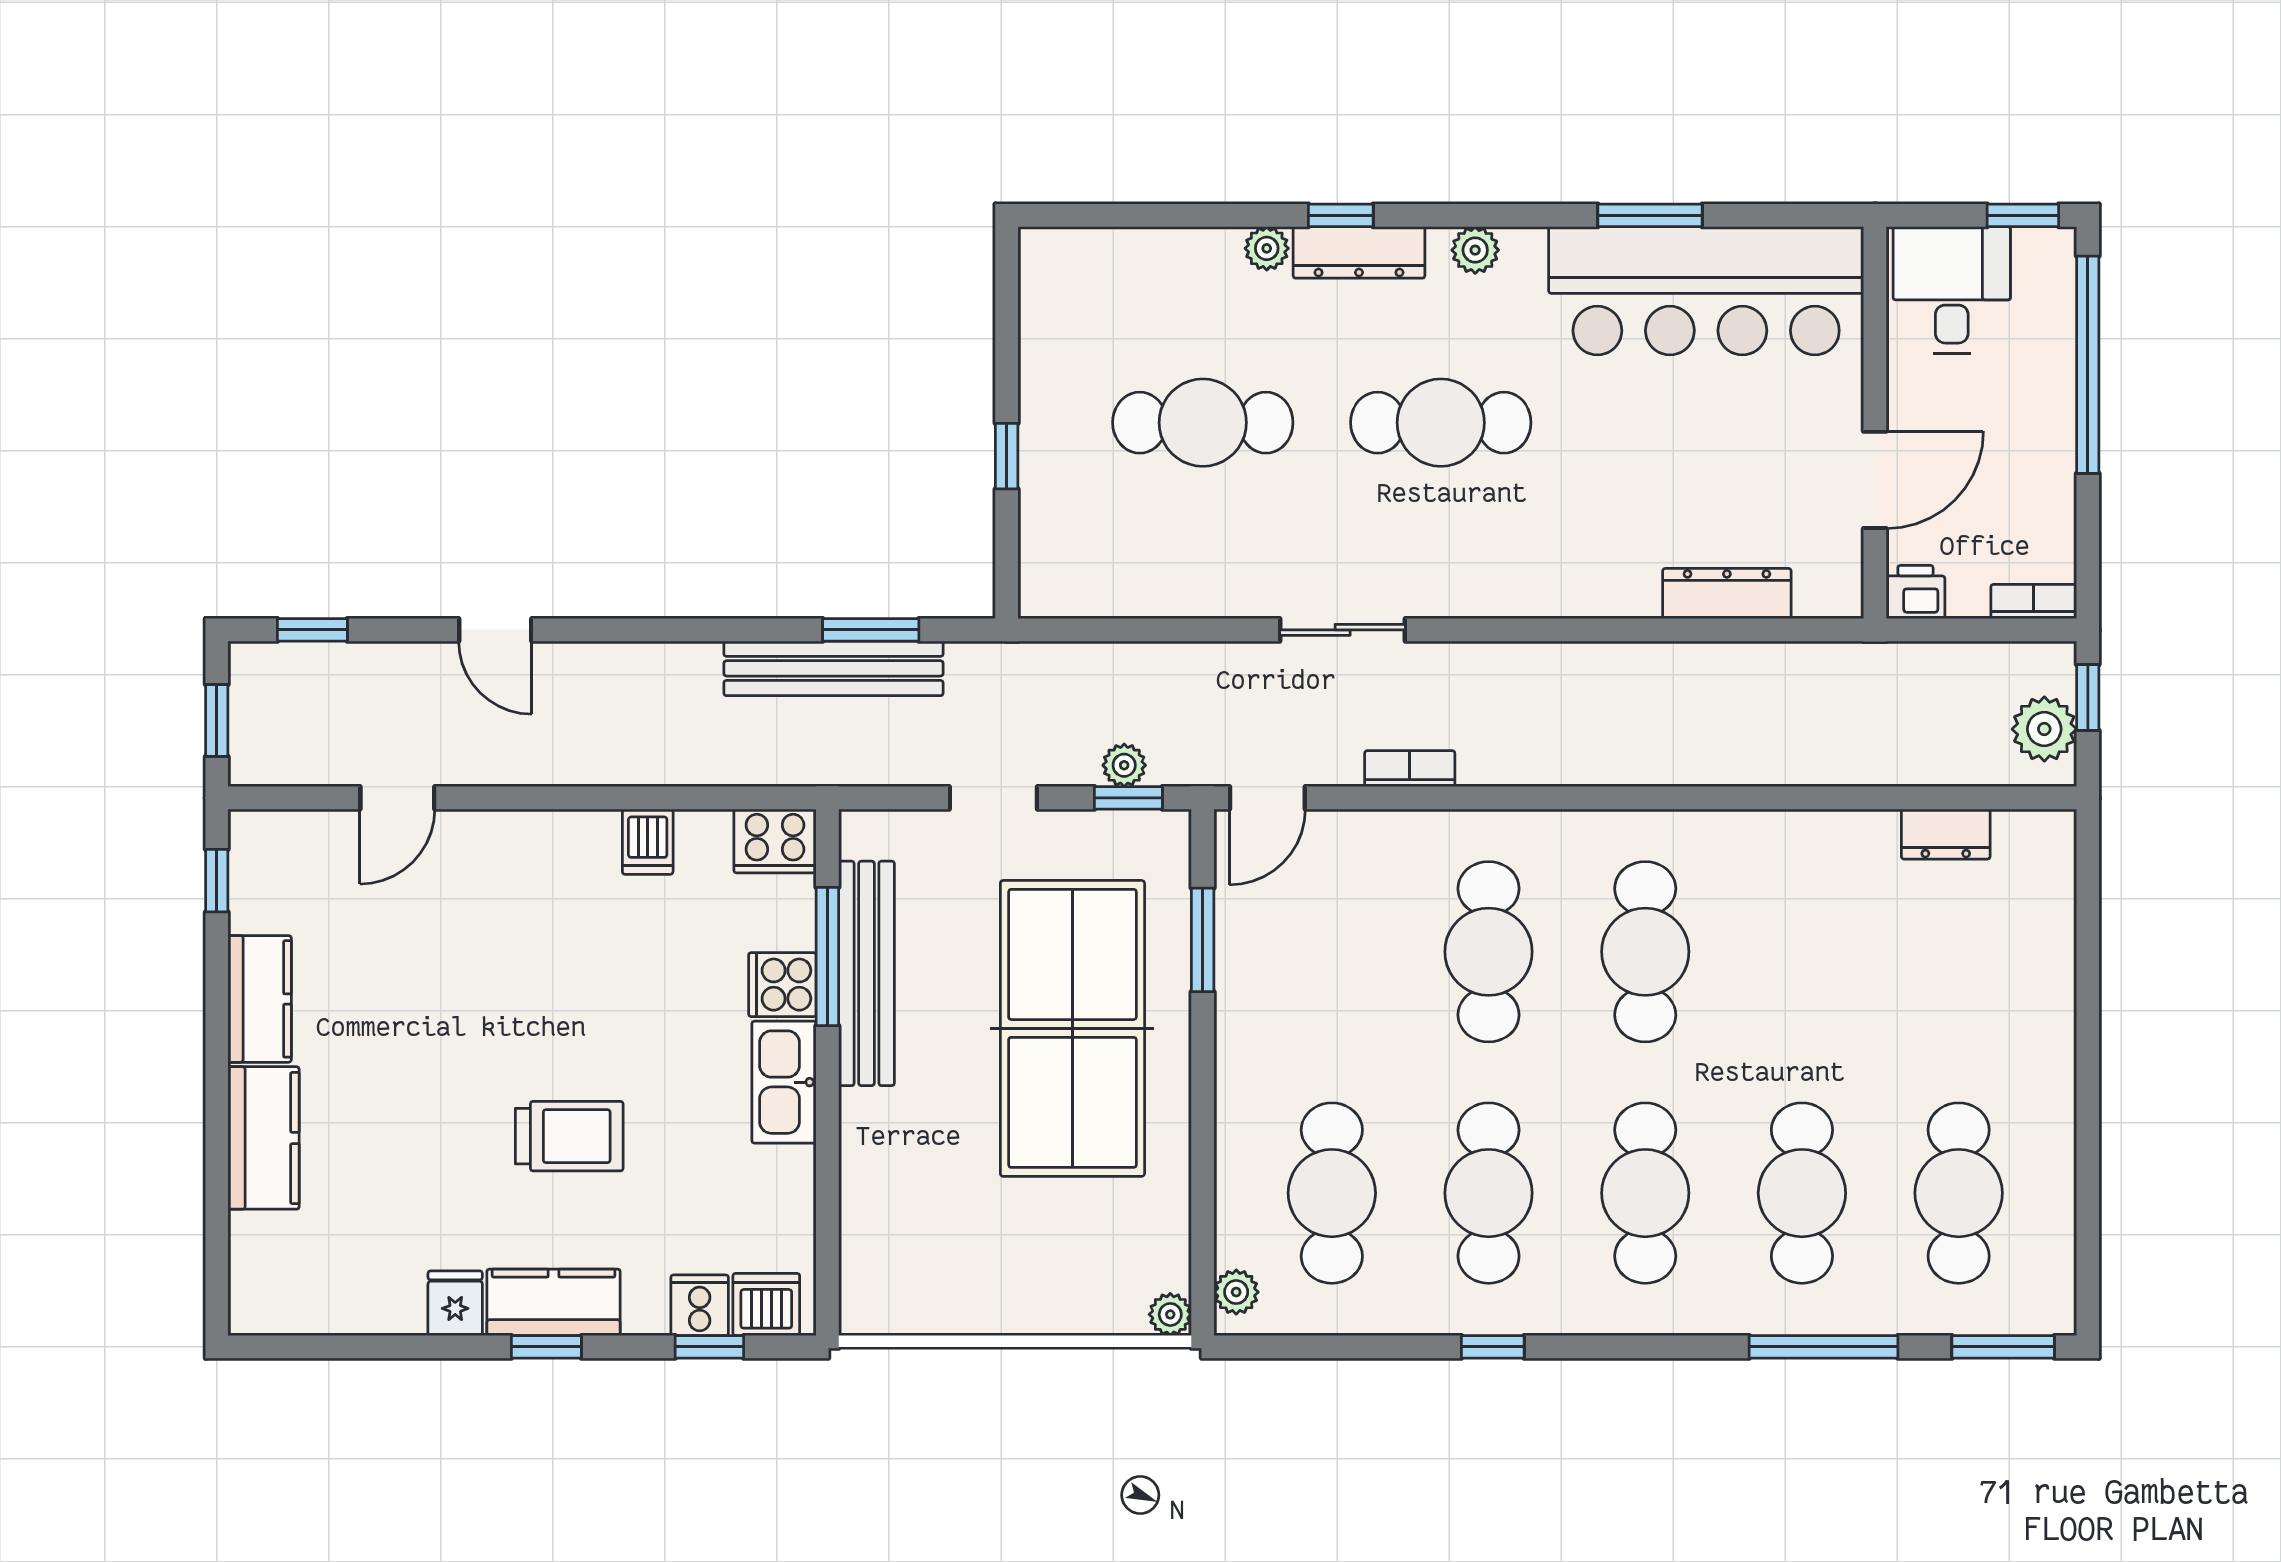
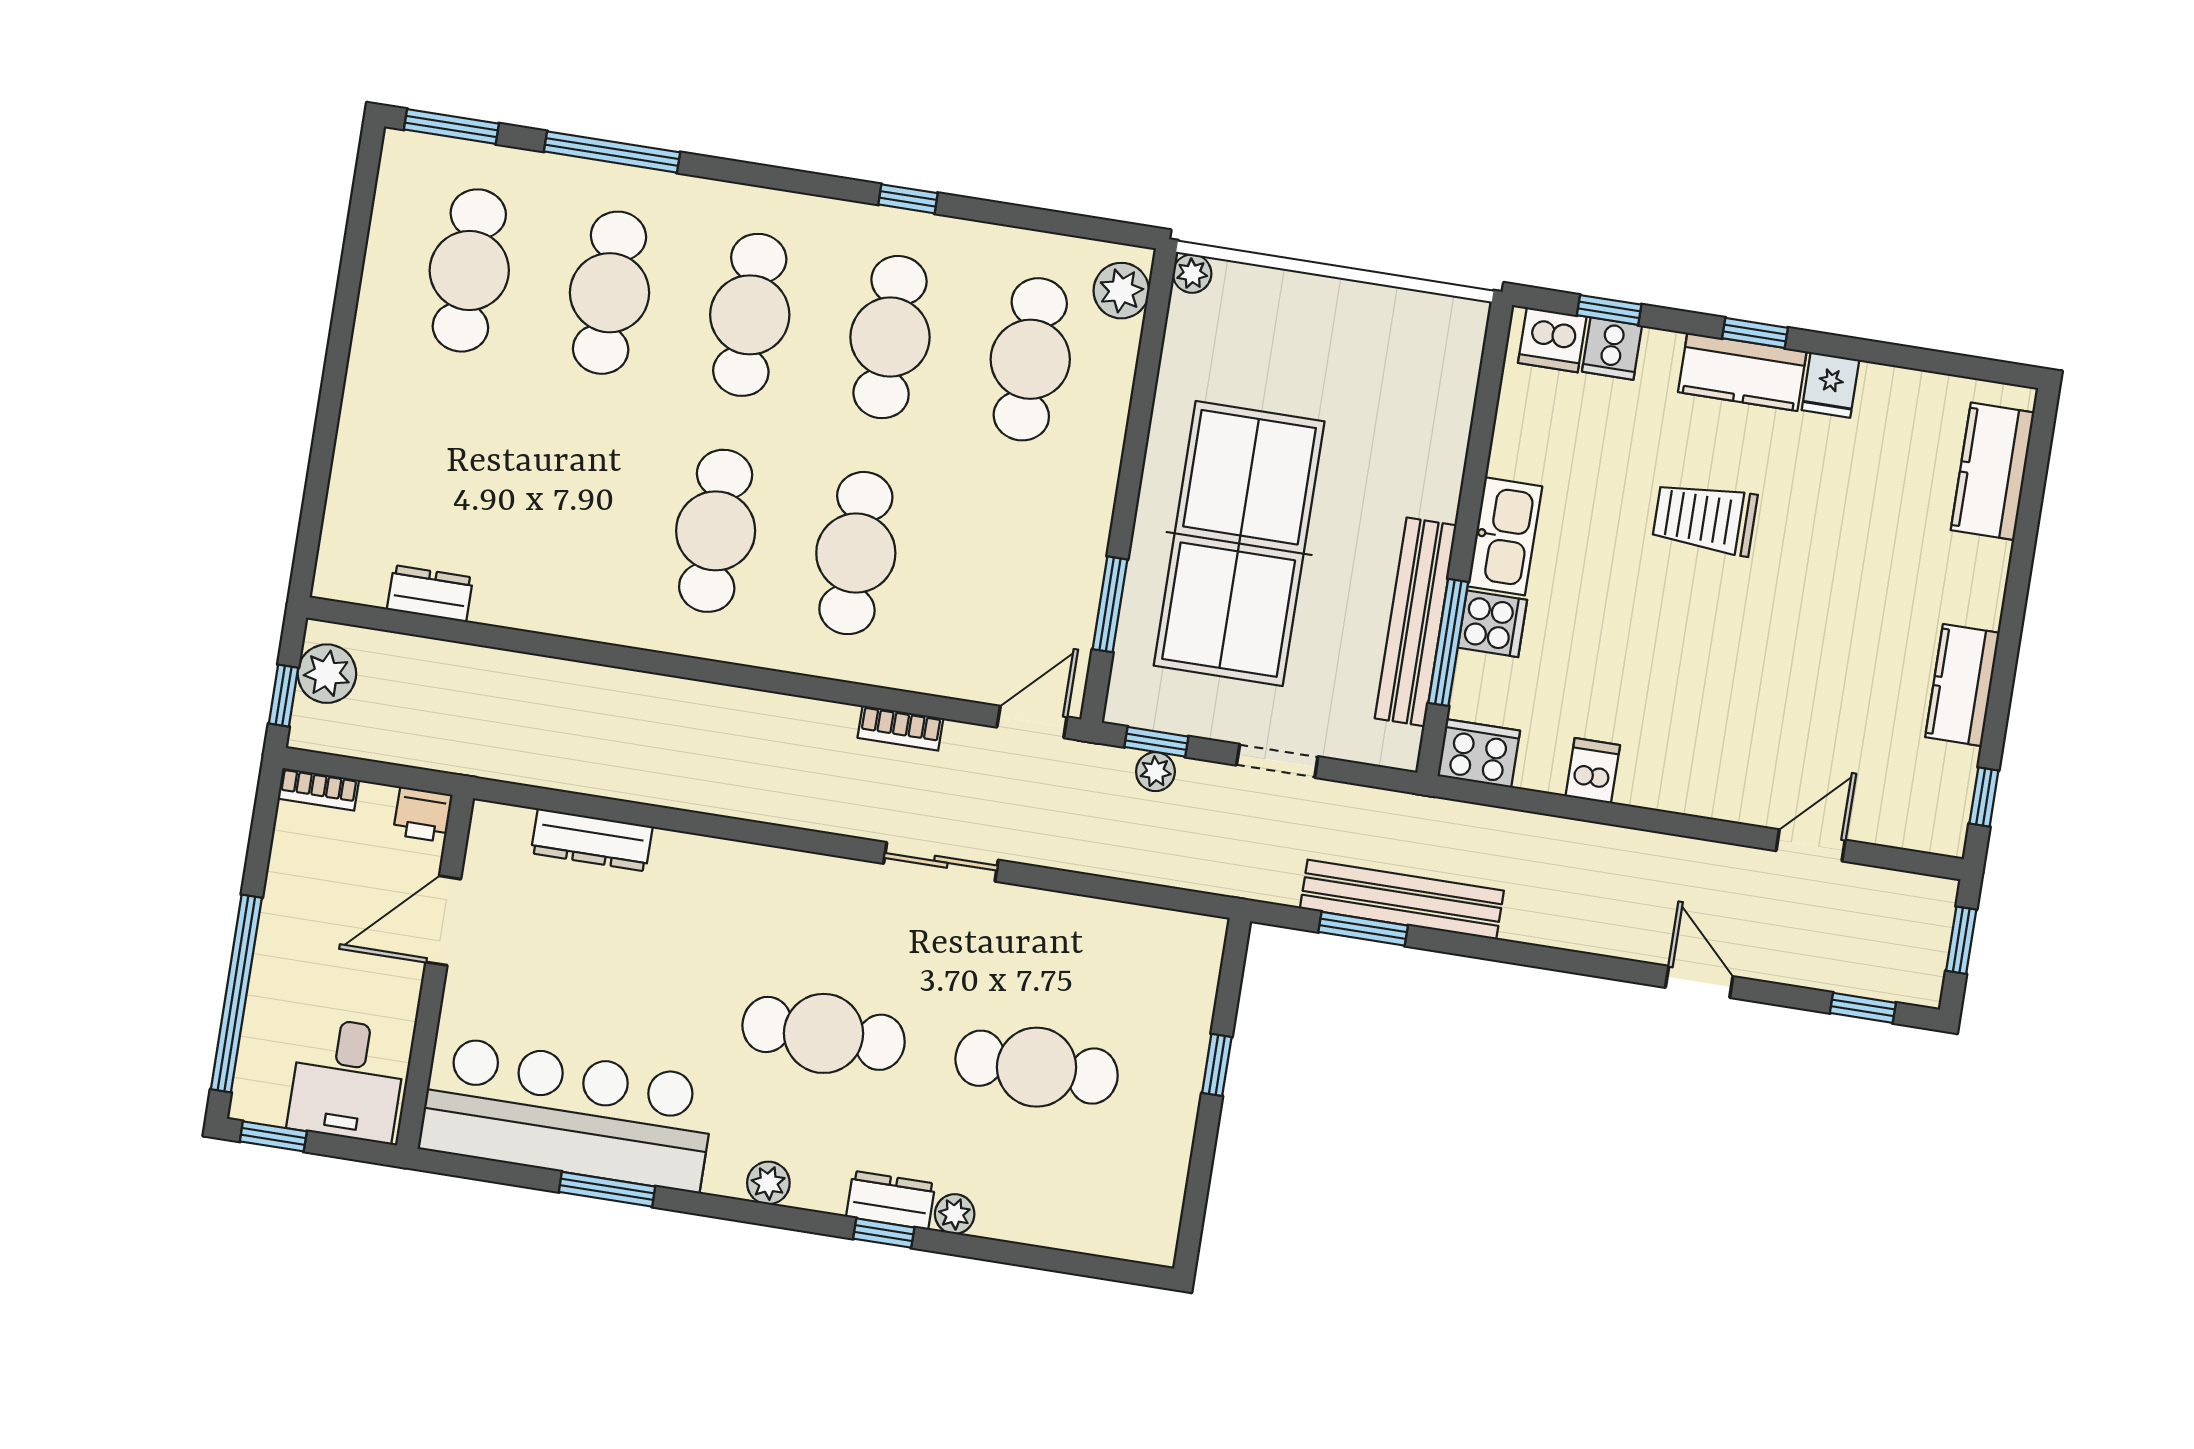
dresser: (1359, 252) -> (891, 1200), width x0.70
kitchen counter: (264, 1138) -> (1993, 471), moved
plant: (1236, 1292) -> (1121, 291), width x1.38, depth x1.38

